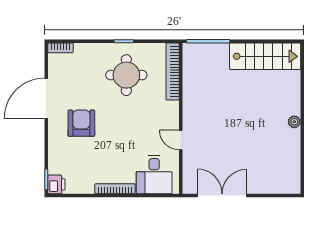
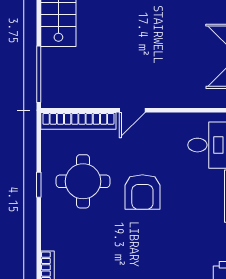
armchair: (81, 123) -> (142, 192), moved, turned -90
door: (181, 140) -> (132, 110), moved

